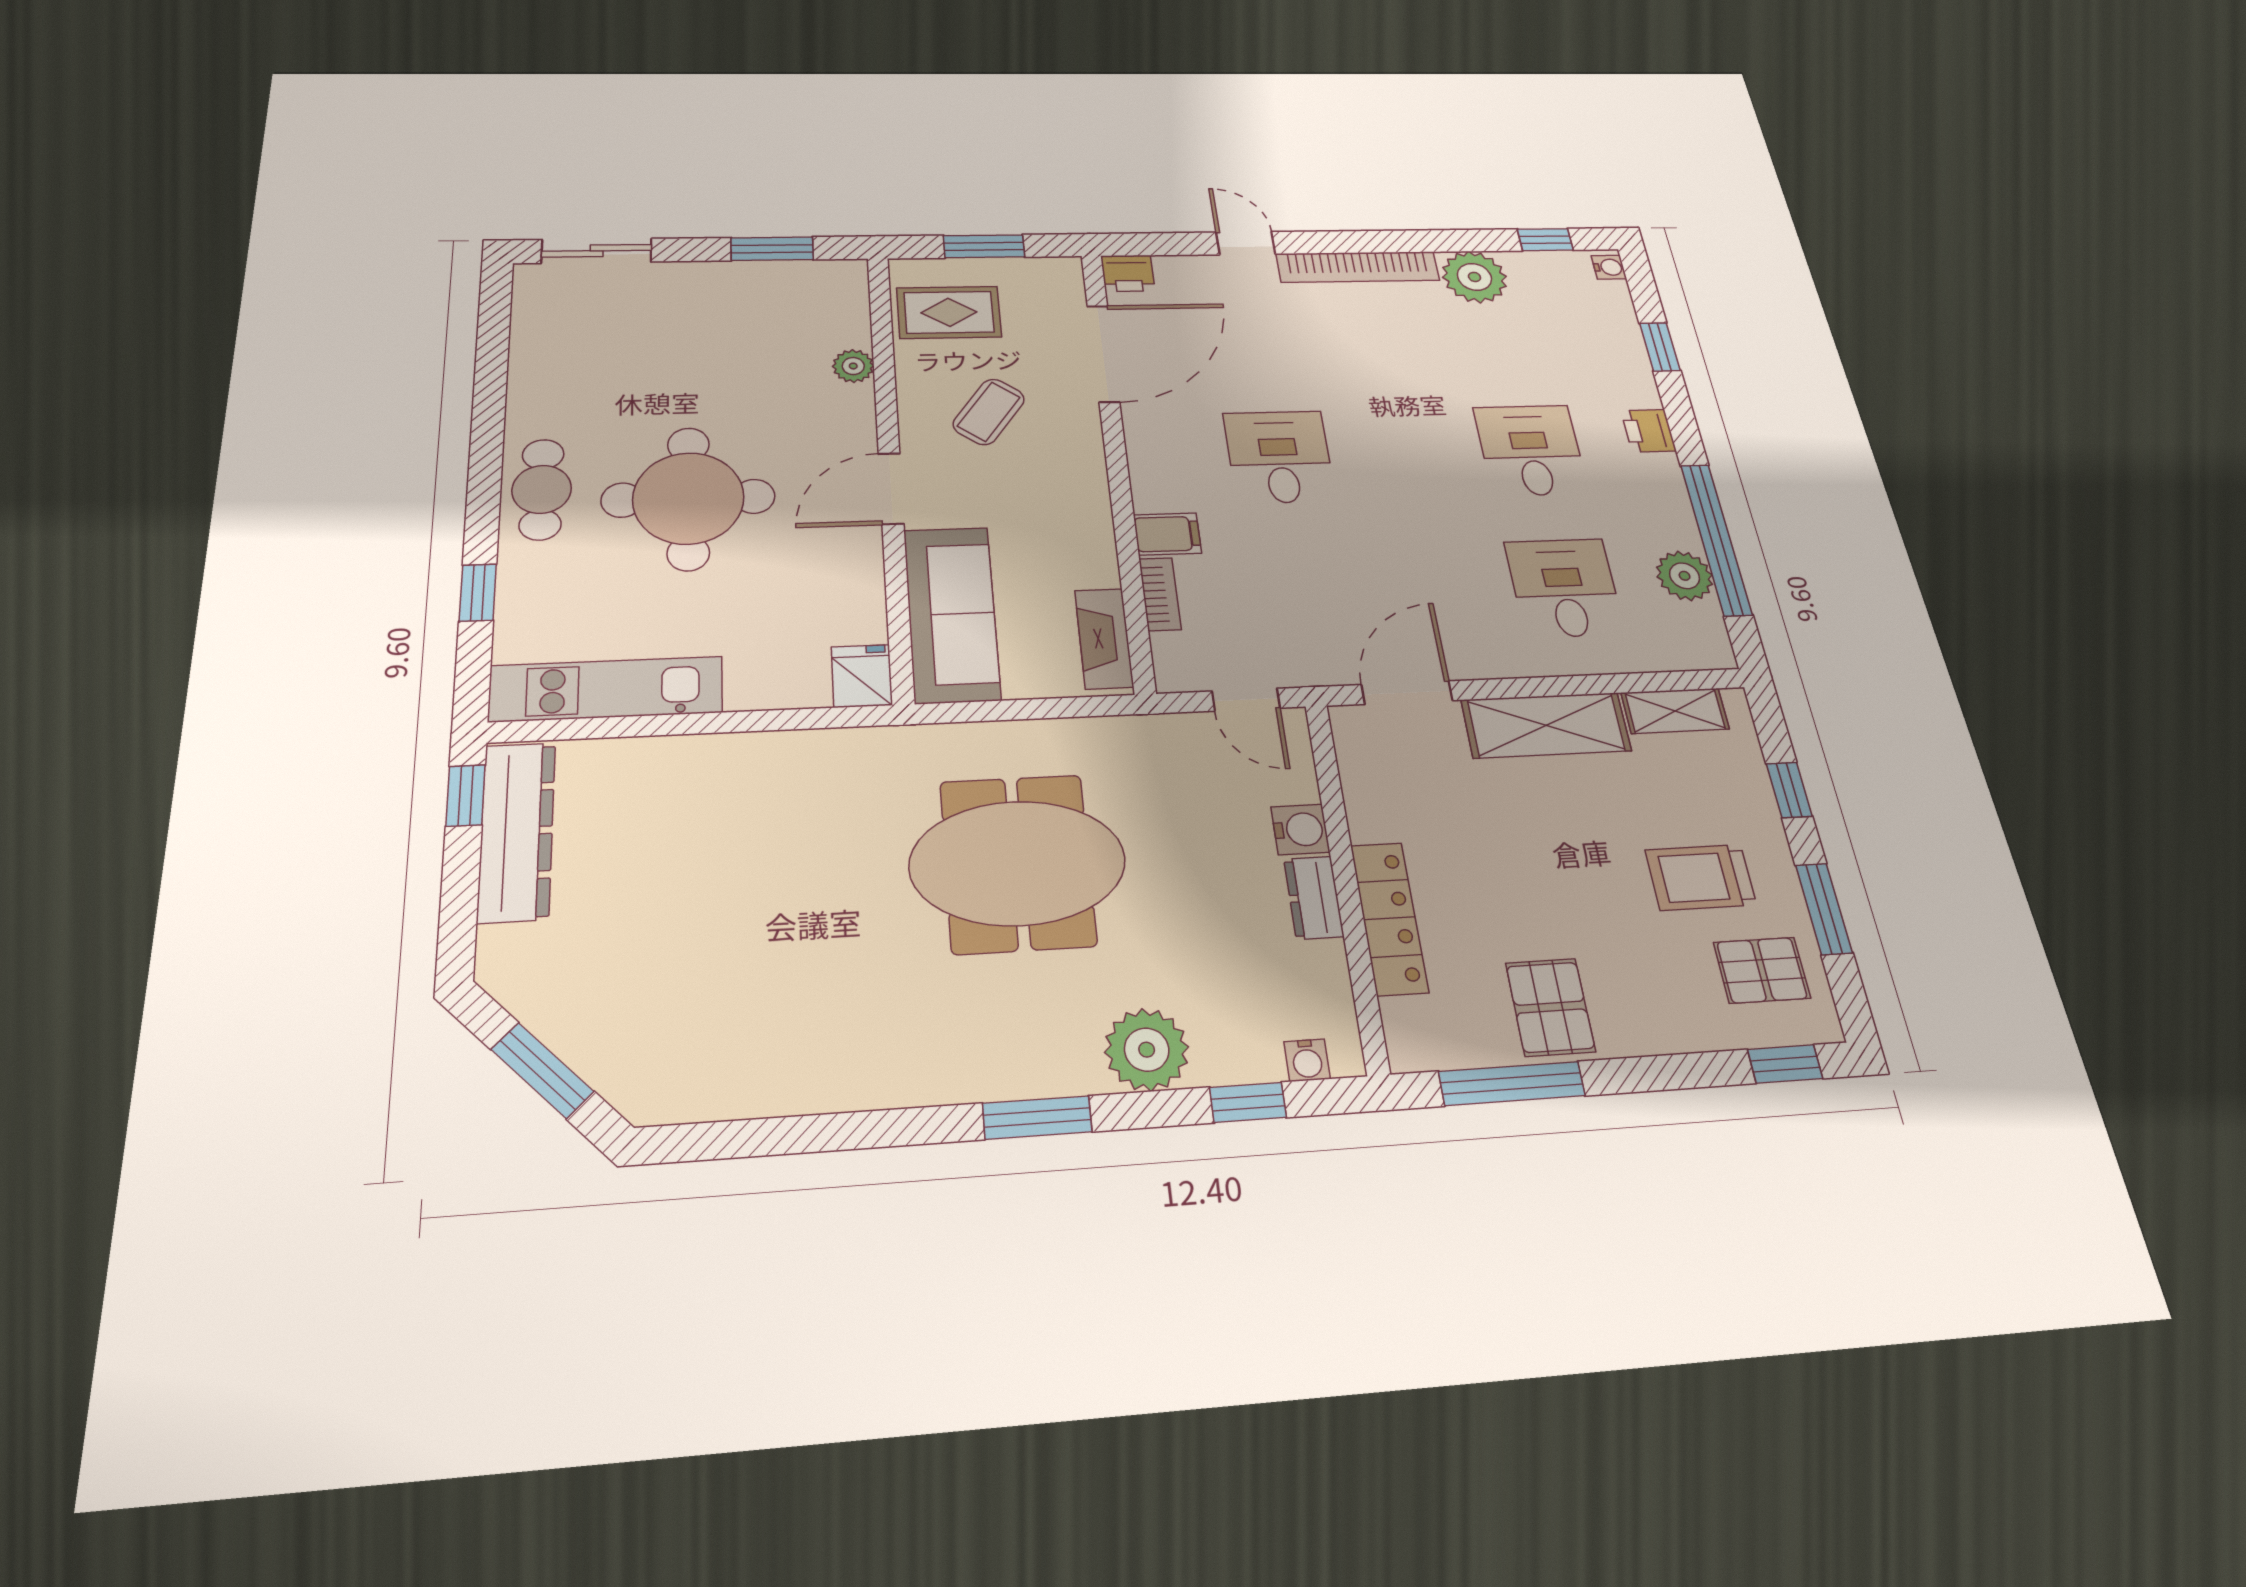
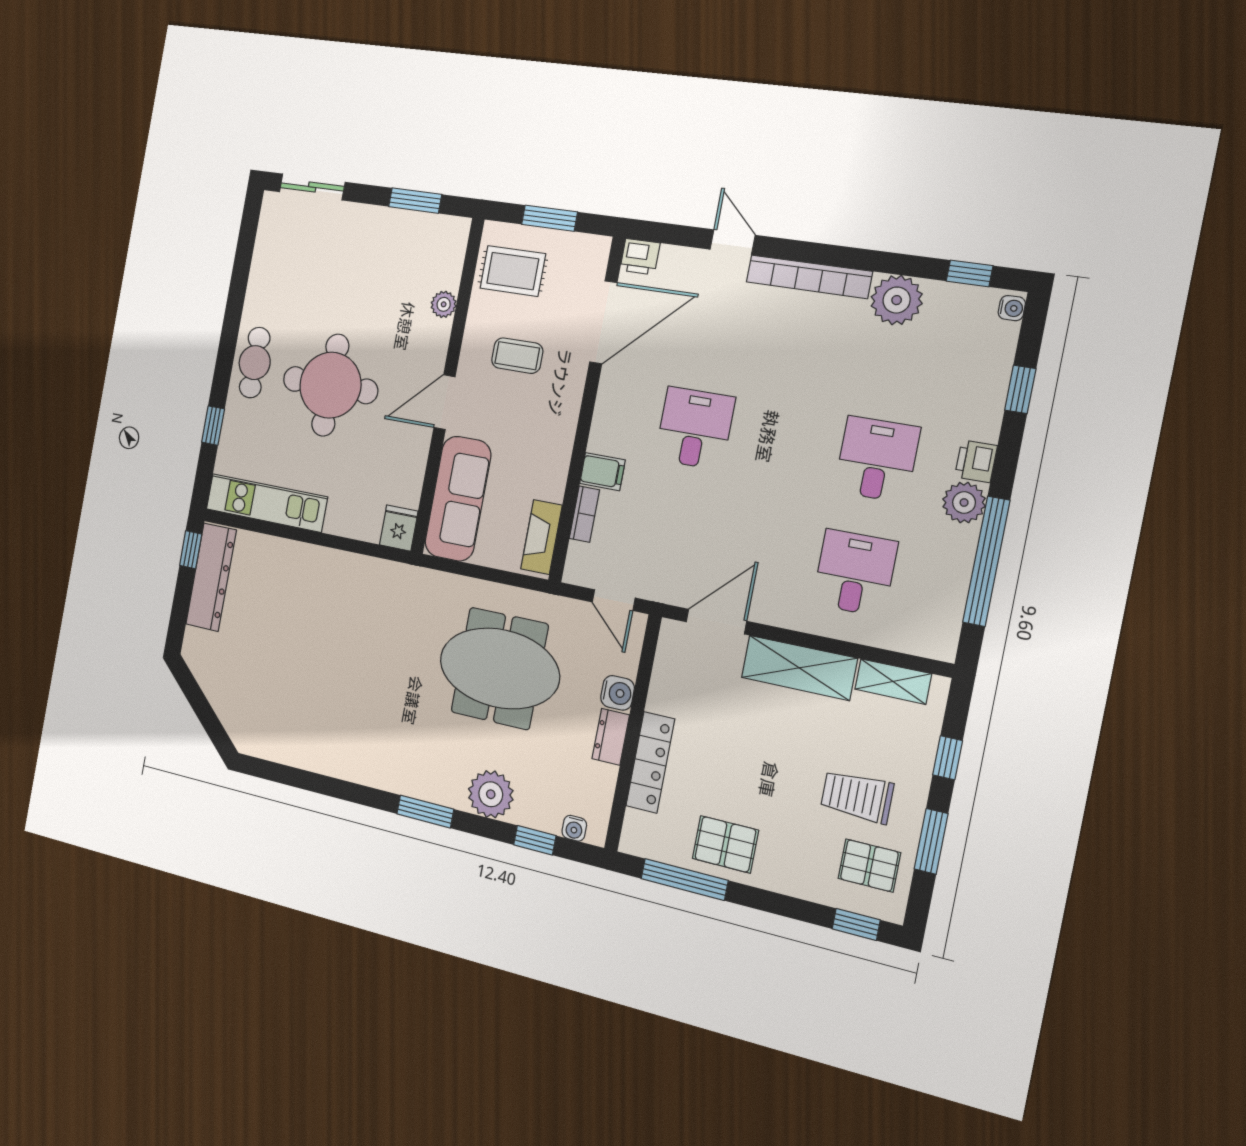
coffee table: (989, 412) -> (517, 356), turned 54
plant: (1685, 576) -> (964, 503), moved
meeting table: (1018, 863) -> (500, 668), moved
pallet: (1550, 1007) -> (725, 844), turned 90
window: (542, 1070) -> (203, 710), removed

